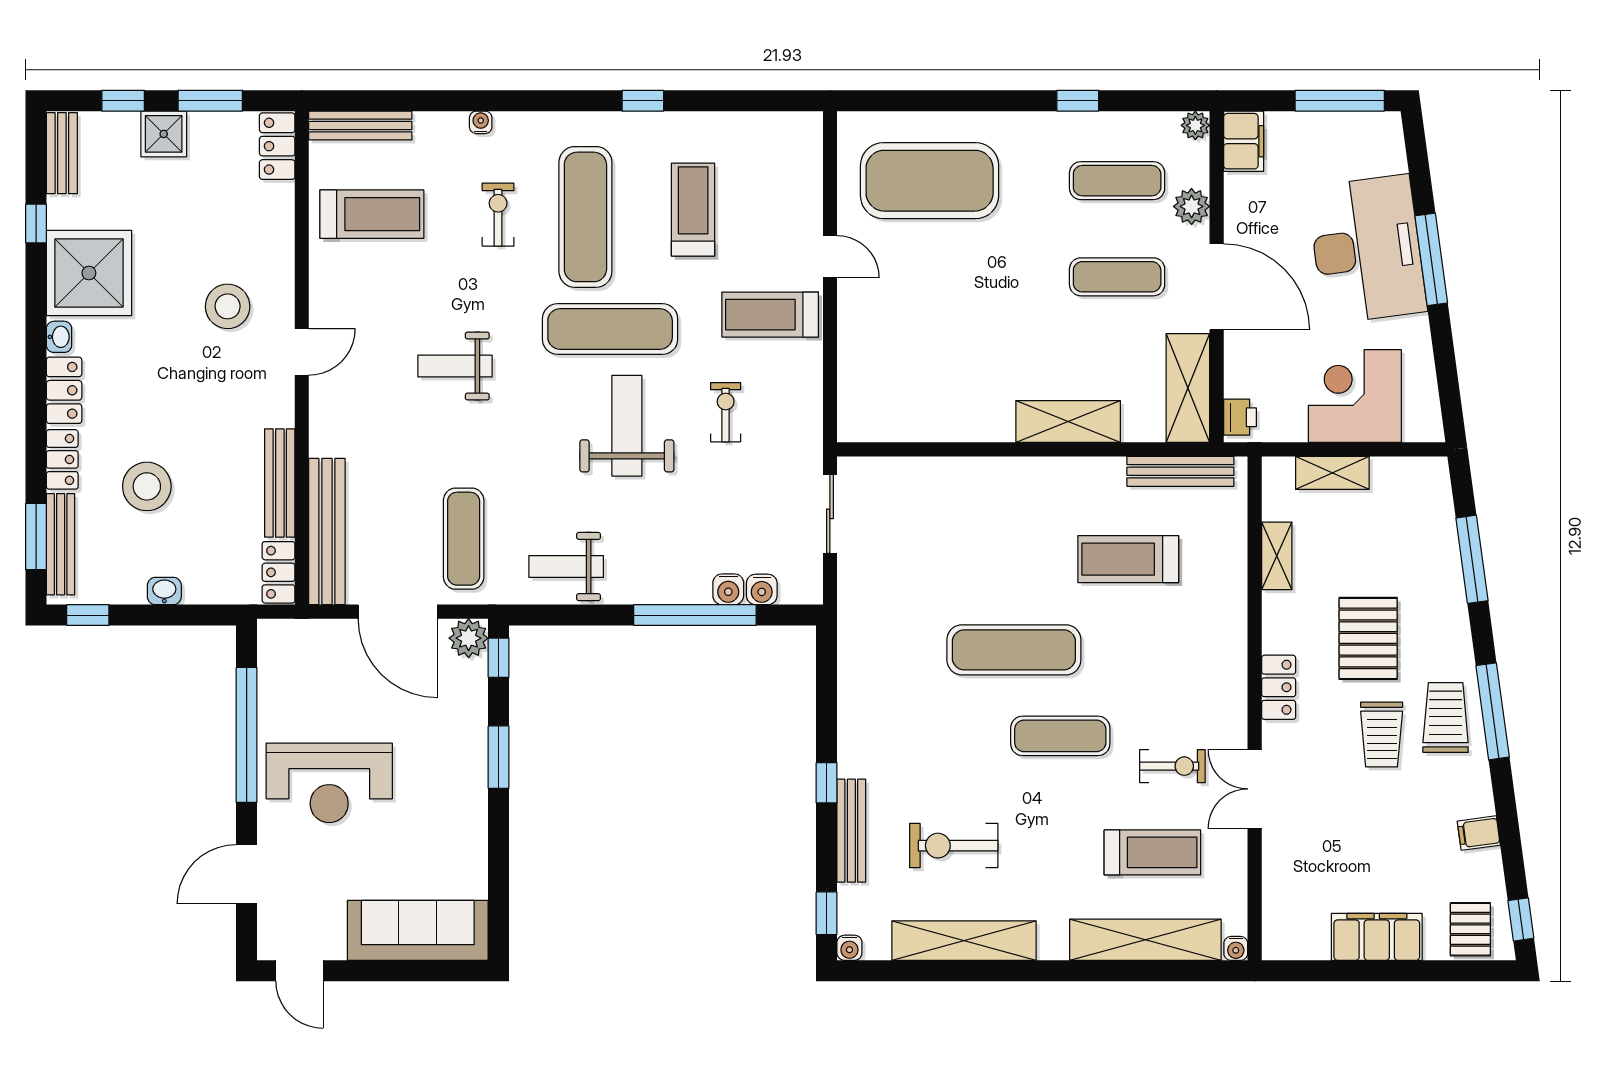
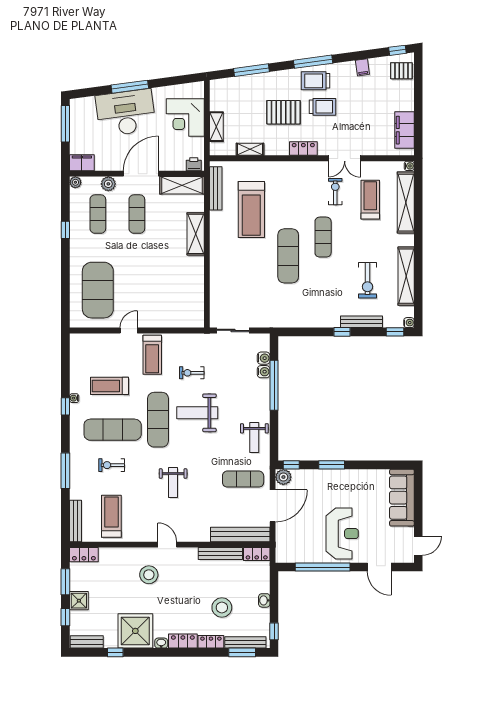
window: (484, 101) -> (65, 471), added
water cooler: (481, 122) -> (74, 398), moved
treadmill: (1128, 559) -> (251, 209), width x1.37, depth x1.38
filing cabinet: (1377, 937) -> (404, 130), moved

